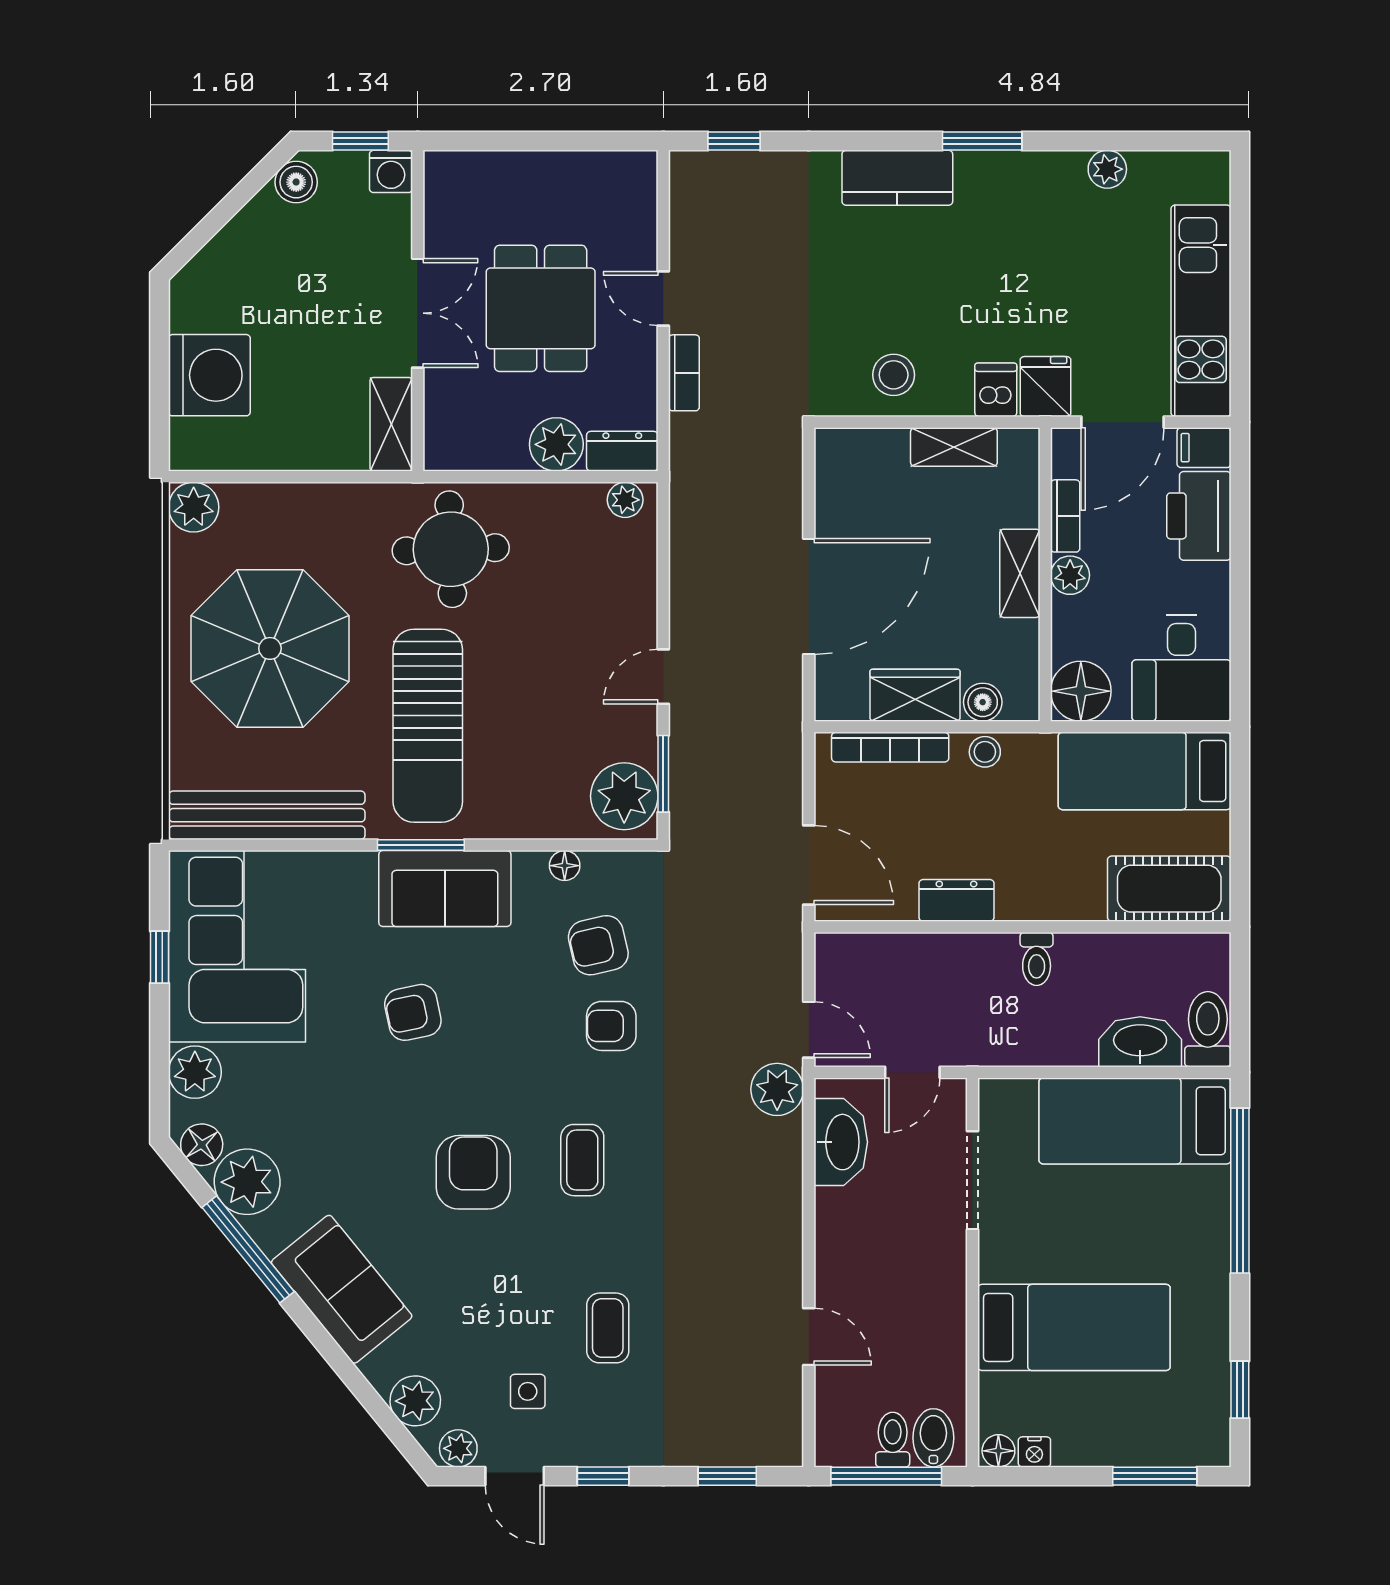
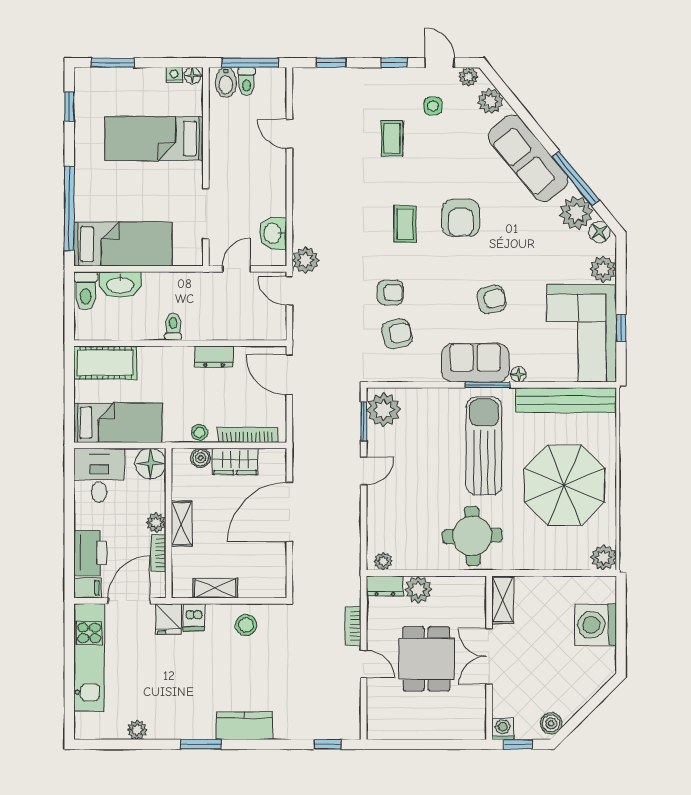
floor lamp: (565, 866) -> (518, 374), moved
washbasin: (841, 1142) -> (273, 233), width x0.72
sofa: (342, 1289) -> (528, 158), width x1.36

